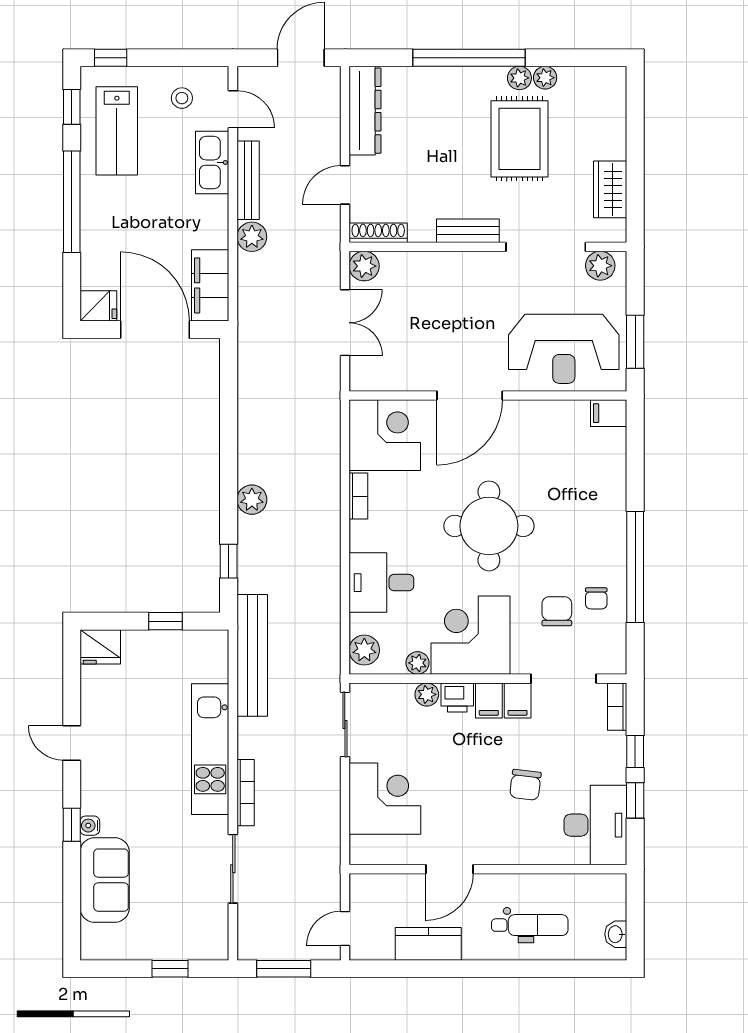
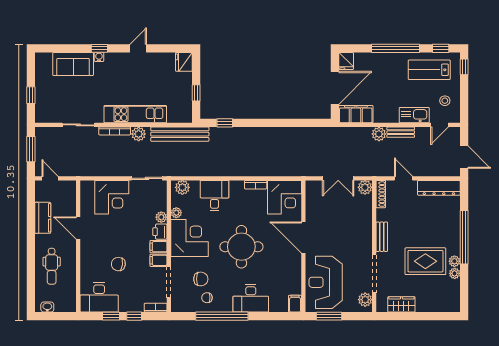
bench: (248, 180) -> (401, 132), width x0.73
plant: (252, 500) -> (139, 134), moved
desk: (598, 506) -> (251, 298), added

